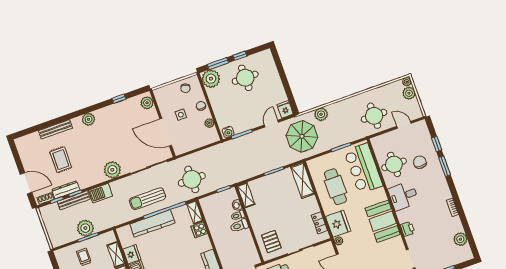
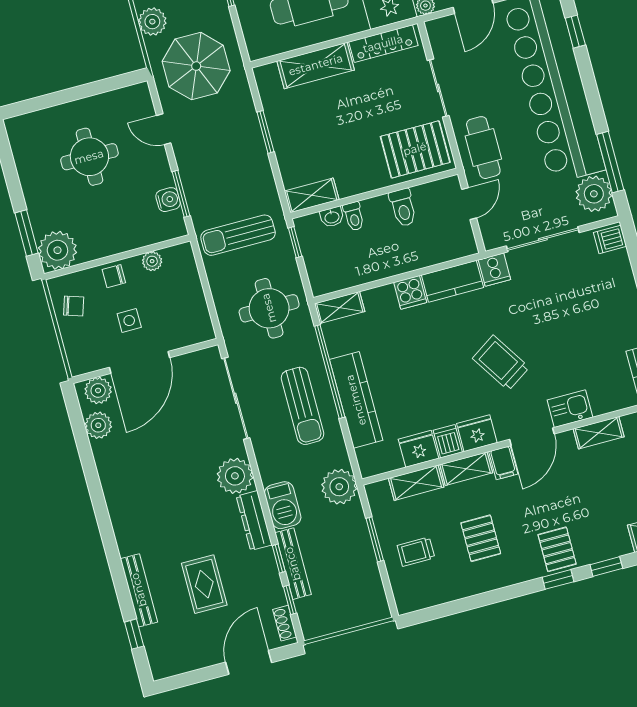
window: (240, 56) -> (14, 185), removed
round table: (245, 78) -> (89, 157), moved
window: (119, 99) -> (134, 634), moved
fridge: (285, 109) -> (136, 97), removed
plant: (88, 119) -> (98, 425), moved
door: (166, 132) -> (140, 362), moved
water cooler: (228, 132) -> (168, 200), moved
rug: (61, 160) -> (204, 584), turned 90
sun lounger: (225, 162) -> (238, 235), added
shelving: (303, 180) -> (316, 65), moved
dresser: (66, 190) -> (254, 521), moved
locker: (319, 223) -> (383, 44), width x1.53
toilet: (239, 226) -> (403, 208), moved
plant: (85, 228) -> (339, 487), moved
cooker: (199, 230) -> (410, 292), moved
pallet: (271, 242) -> (415, 149), width x1.50, depth x1.42

